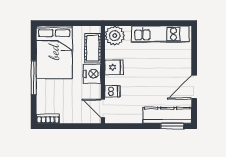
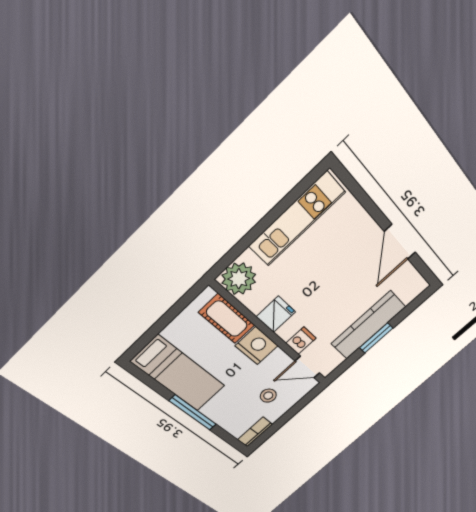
bed: (54, 52) -> (178, 374), width x0.67
stool: (73, 105) -> (268, 396), added
kitchen counter: (167, 115) -> (368, 325), moved
window: (172, 126) -> (376, 338), moved

